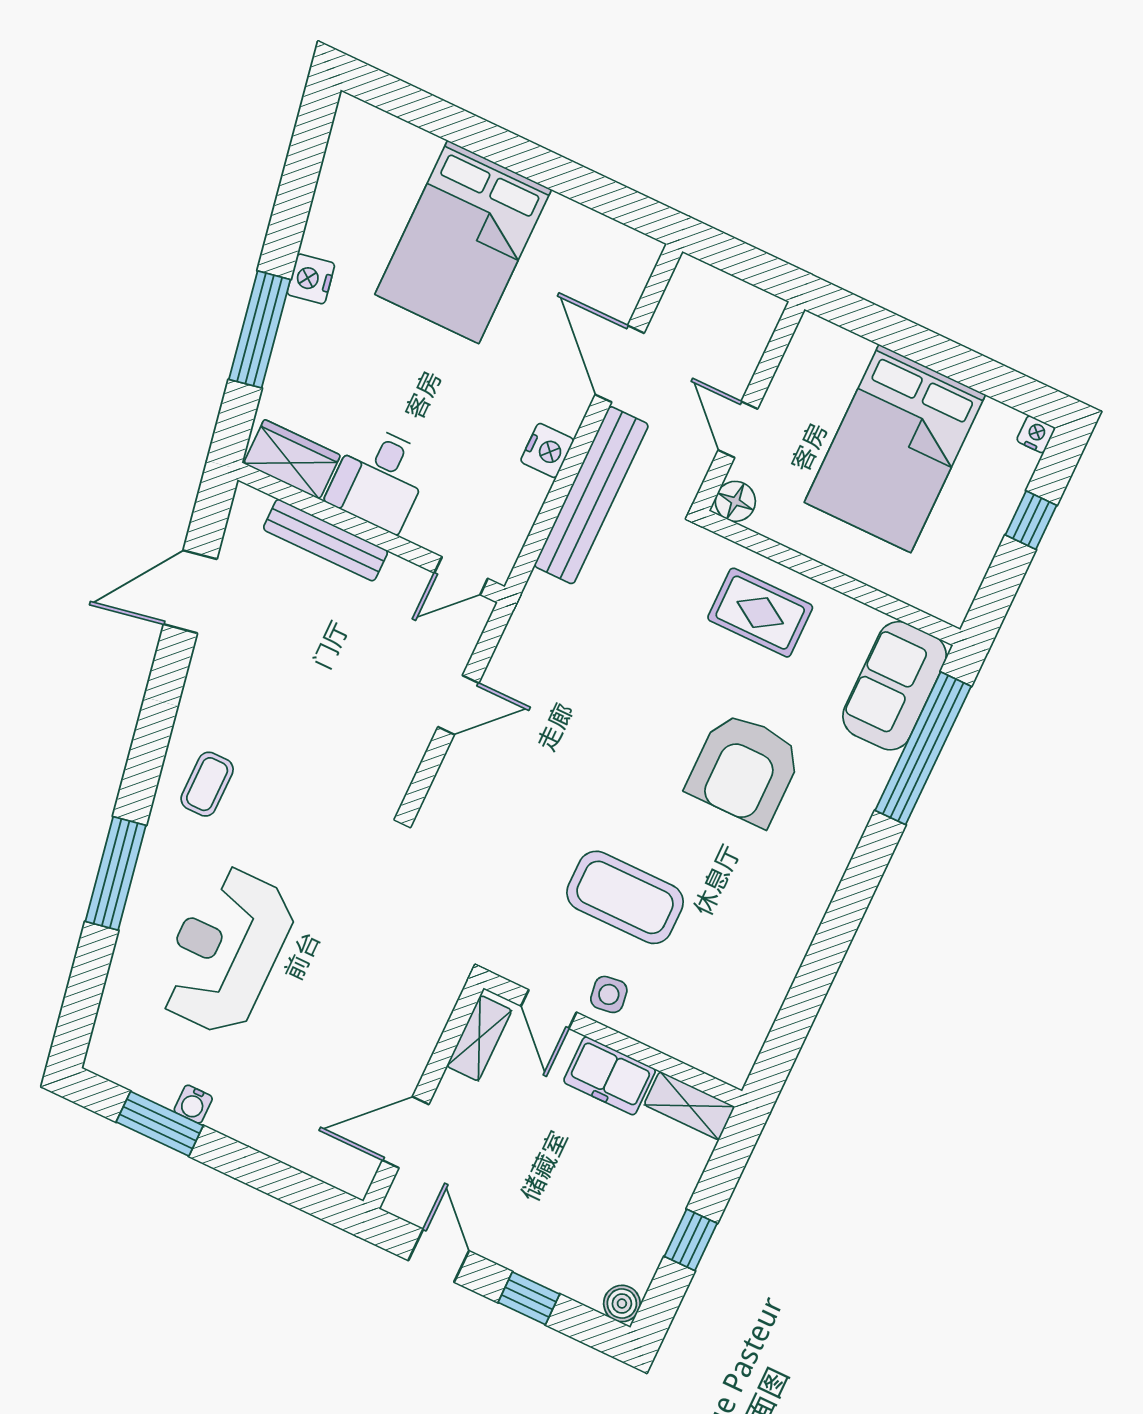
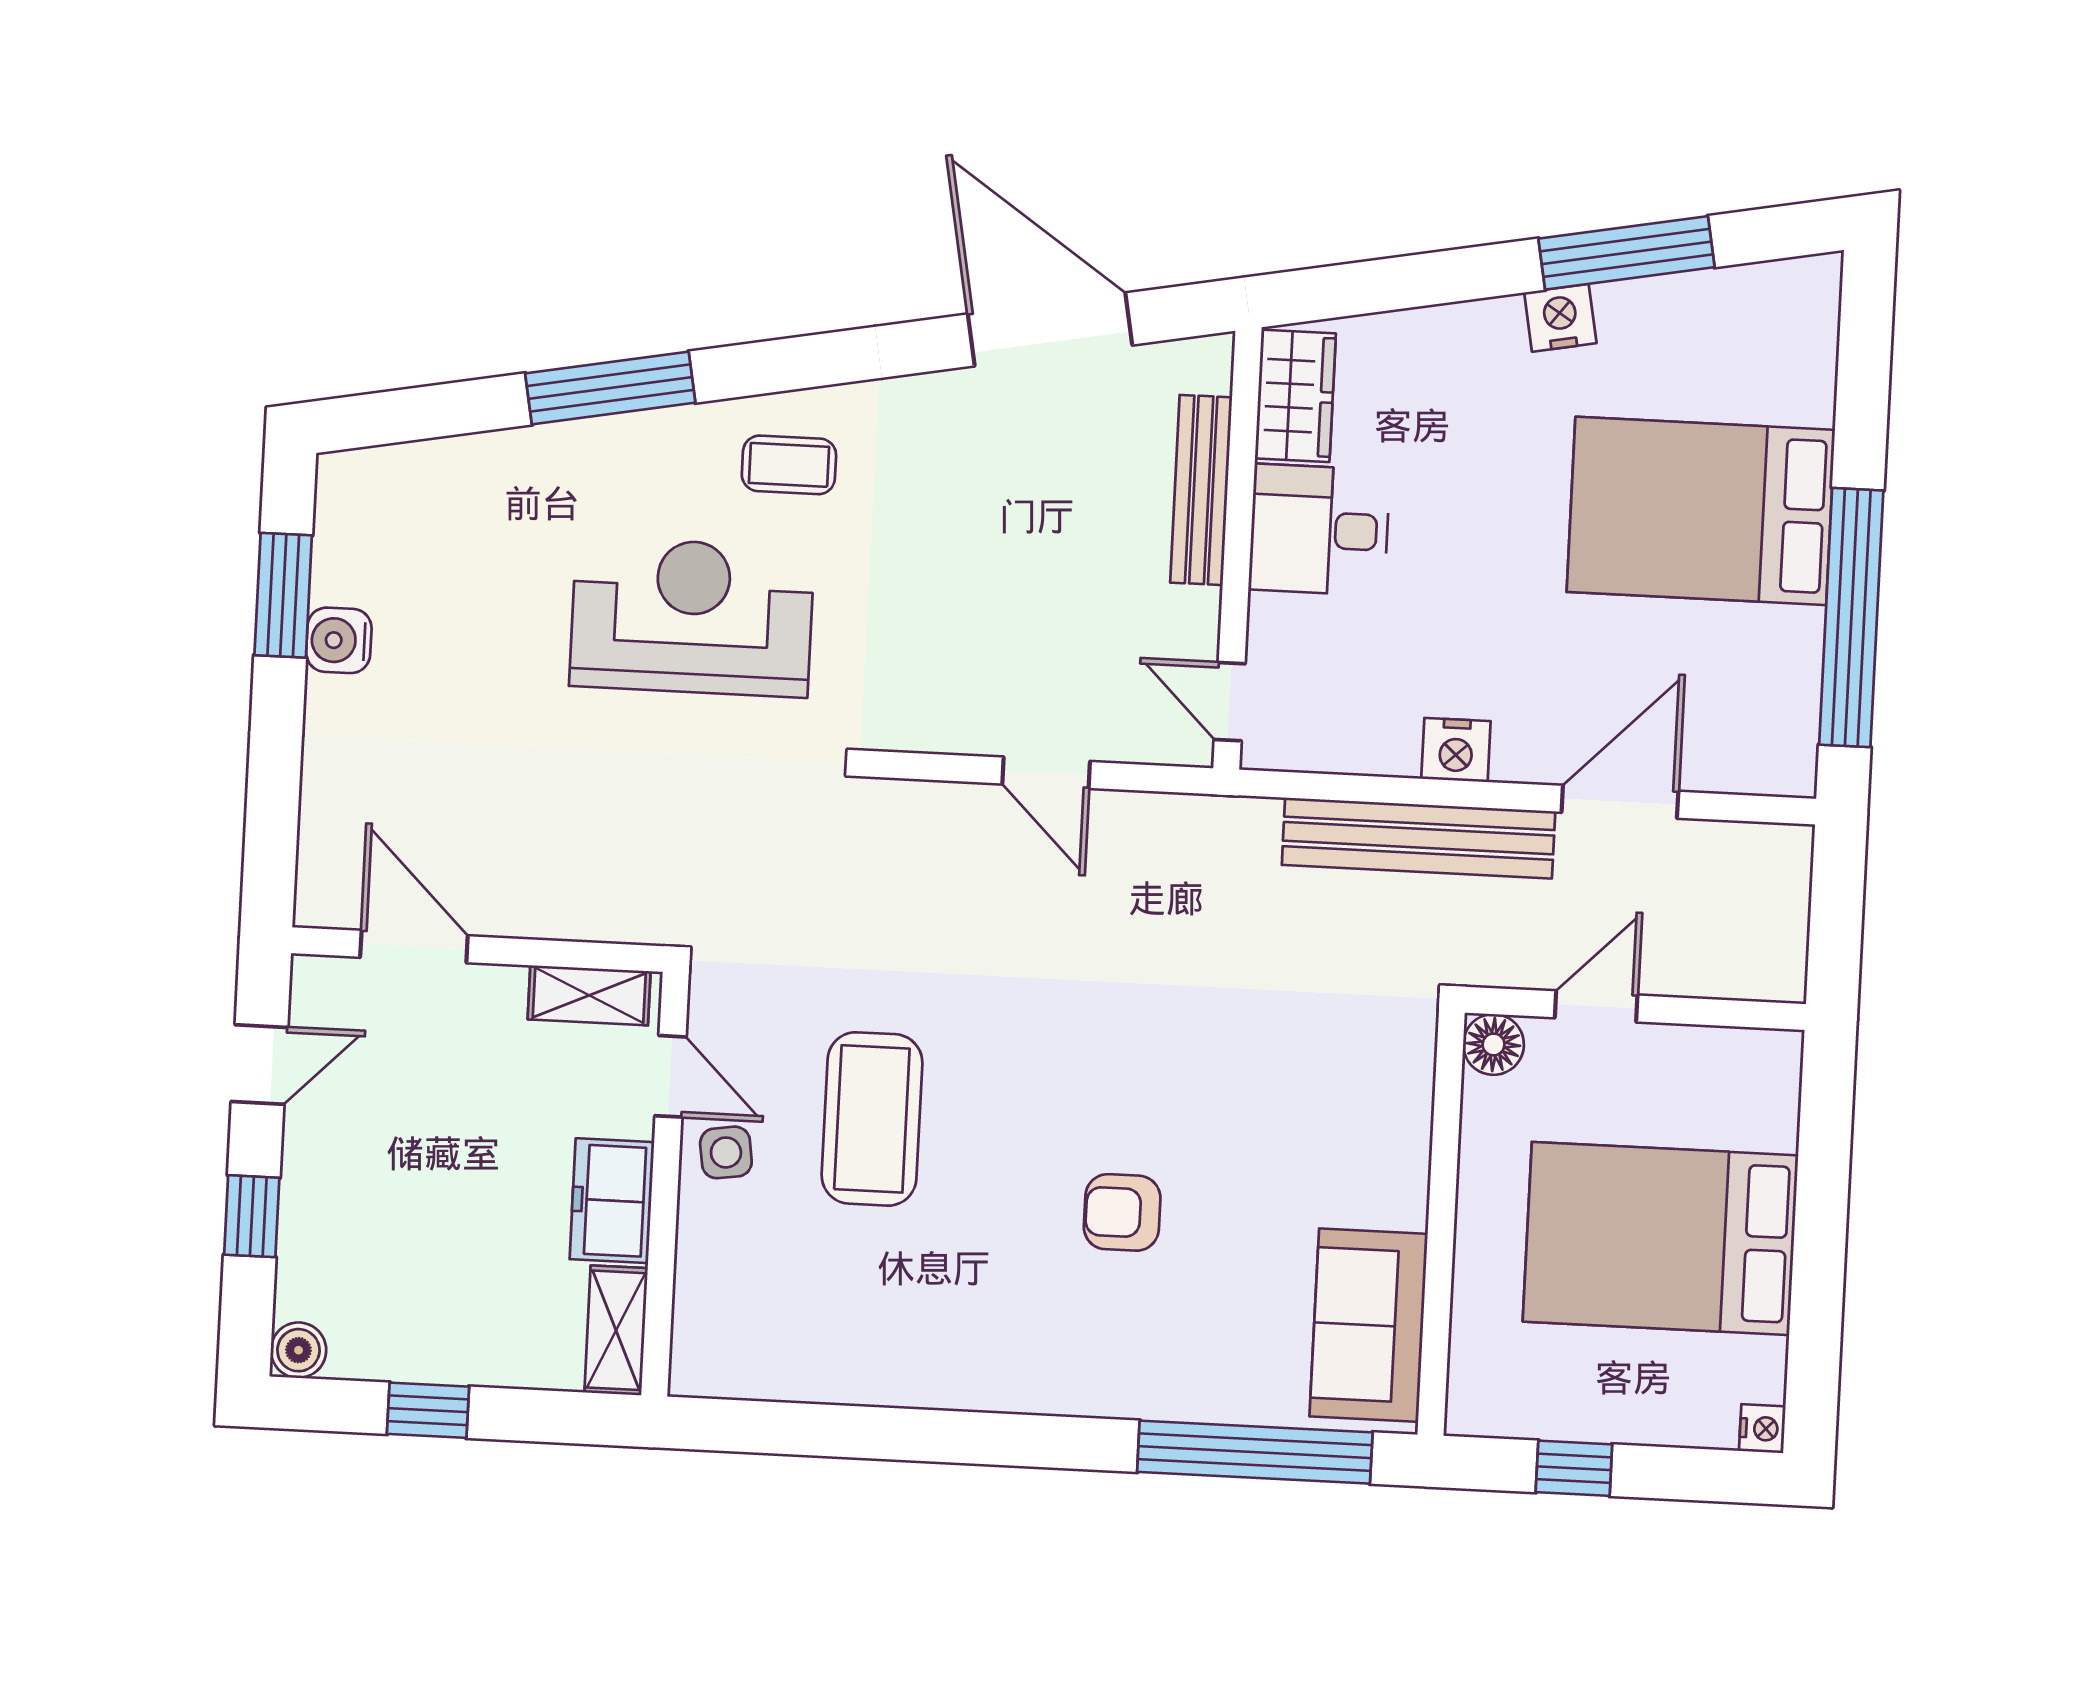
window: (566, 177) -> (1851, 618), added
window: (260, 329) -> (1626, 253), moved
window: (1031, 520) -> (1574, 1468), moved
door: (190, 592) -> (1050, 329), width x1.36
rug: (760, 613) -> (1351, 1144), removed
sofa: (895, 686) -> (1369, 1325), moved, turned -90
armchair: (744, 769) -> (1122, 1212), width x0.53, depth x0.53
reception desk: (225, 950) -> (692, 617), moved
door: (549, 1009) -> (670, 1076), swing flipped
water cooler: (193, 1104) -> (339, 640), width x1.38, depth x1.38

